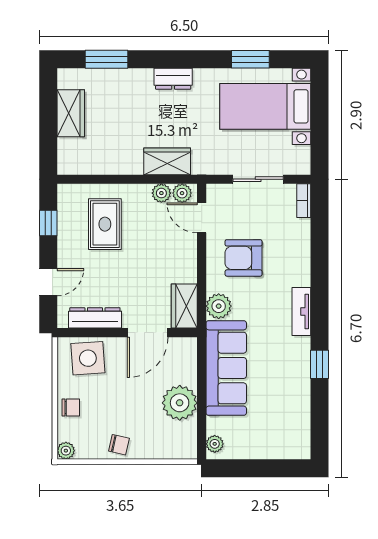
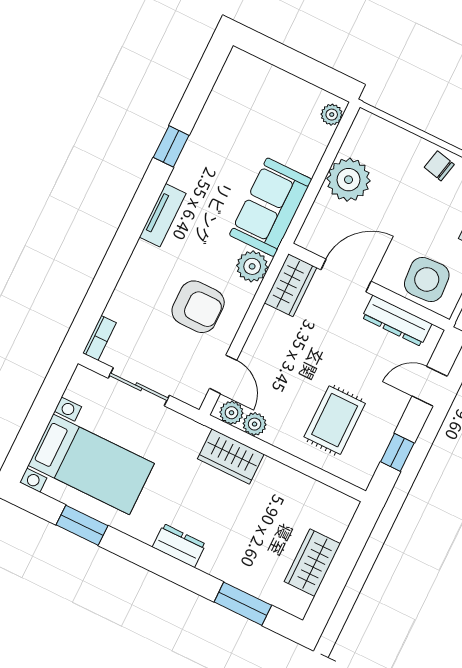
sofa: (226, 368) -> (271, 207), width x0.73

